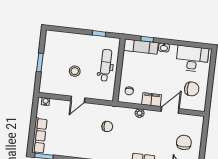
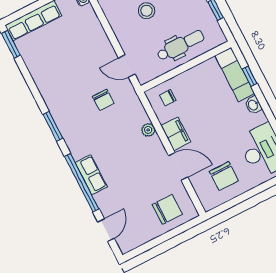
door: (78, 99) -> (127, 66), moved
chair: (184, 142) -> (167, 209), moved

